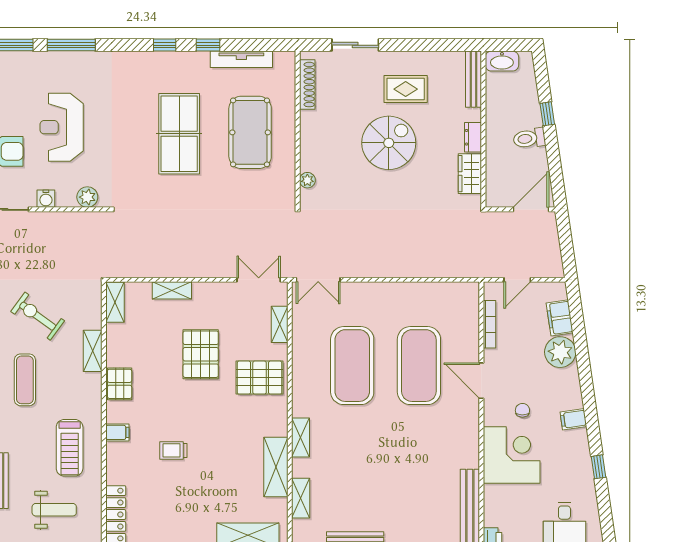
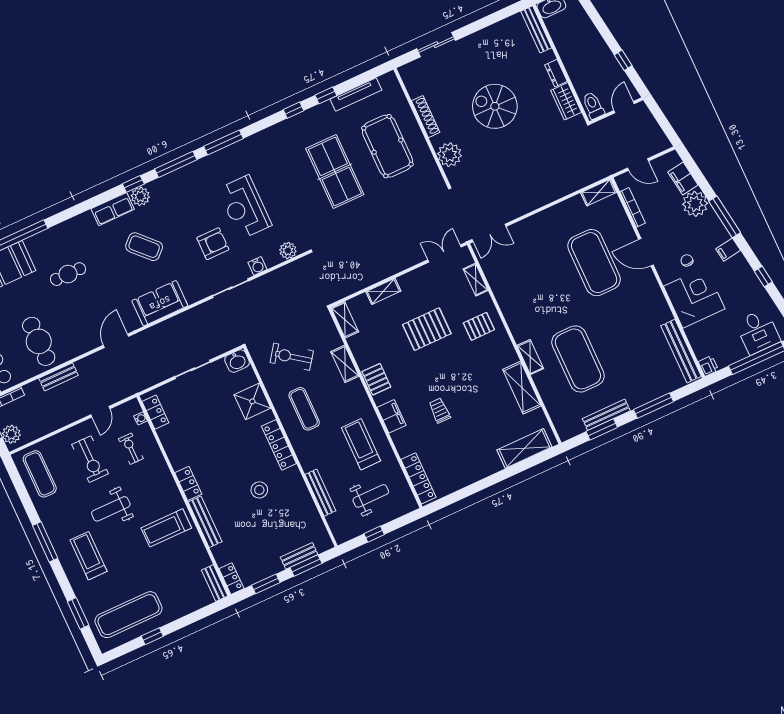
shoe rack: (307, 85) -> (426, 117), moved
rug: (406, 89) -> (489, 60), removed
window: (547, 114) -> (623, 60), moved
toilet: (529, 138) -> (593, 105), moved, turned 98
spiral stairs: (389, 143) -> (495, 106), turned -90
plant: (307, 180) -> (450, 155), width x1.88, depth x1.88
door: (531, 209) -> (624, 107), width x0.73
door: (517, 280) -> (638, 164), hinge flipped
pallet: (201, 354) -> (427, 329), turned 90
exercise mat: (352, 366) -> (578, 359), moved
pallet: (260, 378) -> (479, 326), width x0.67, depth x0.71
window: (586, 381) -> (725, 217), added
filing cabinet: (117, 432) -> (391, 416), width x2.00
treadmill: (70, 448) -> (361, 444), turned 180
trolley: (173, 450) -> (440, 411), turned 90
shelving: (301, 498) -> (599, 193), moved, turned 90

